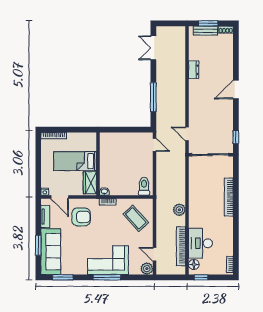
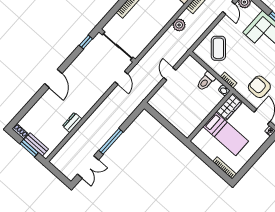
door: (236, 89) -> (53, 78), hinge flipped
window: (153, 97) -> (111, 141), moved
door: (154, 145) -> (170, 74), moved
toilet: (144, 186) -> (206, 81), moved

